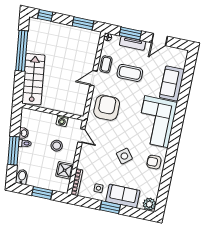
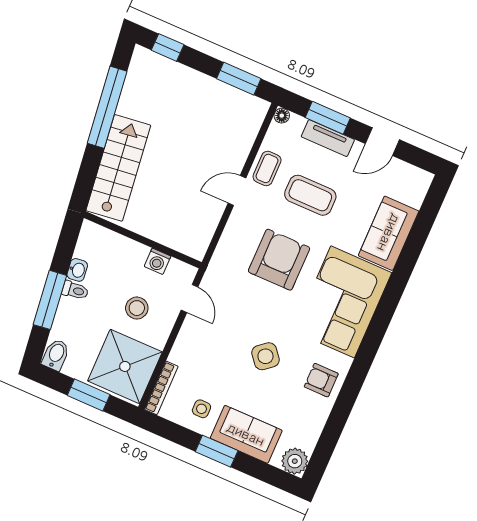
armchair: (107, 108) -> (279, 260), moved
shower: (65, 170) -> (125, 366), width x1.86, depth x1.86

